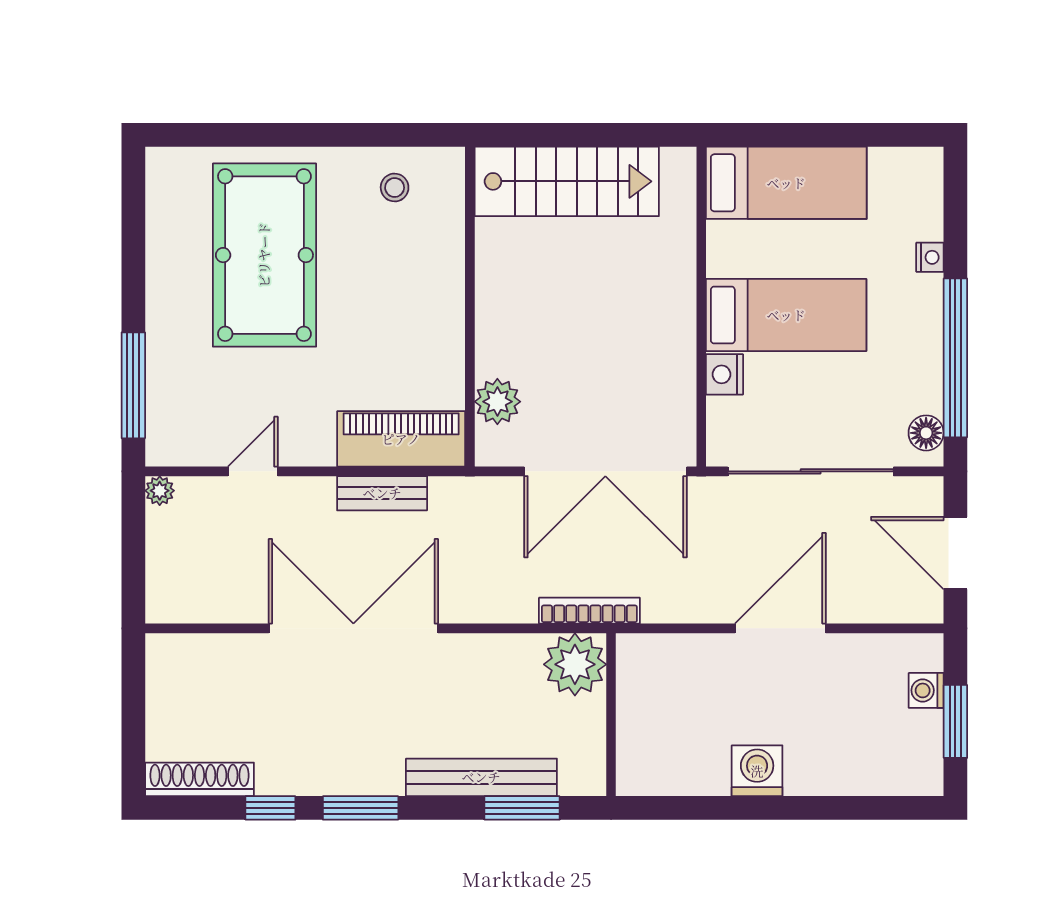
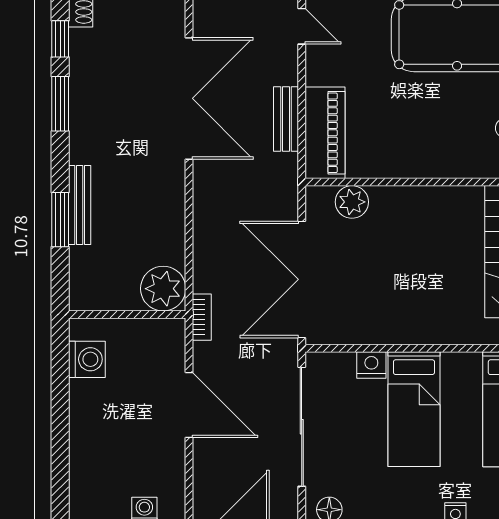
bookcase: (589, 611) -> (202, 317), moved, width x0.64
plant: (575, 664) -> (163, 289), moved
wall: (611, 715) -> (127, 314), moved
washing machine: (757, 771) -> (87, 359), moved
bench: (481, 777) -> (80, 205), width x0.73, depth x0.82

